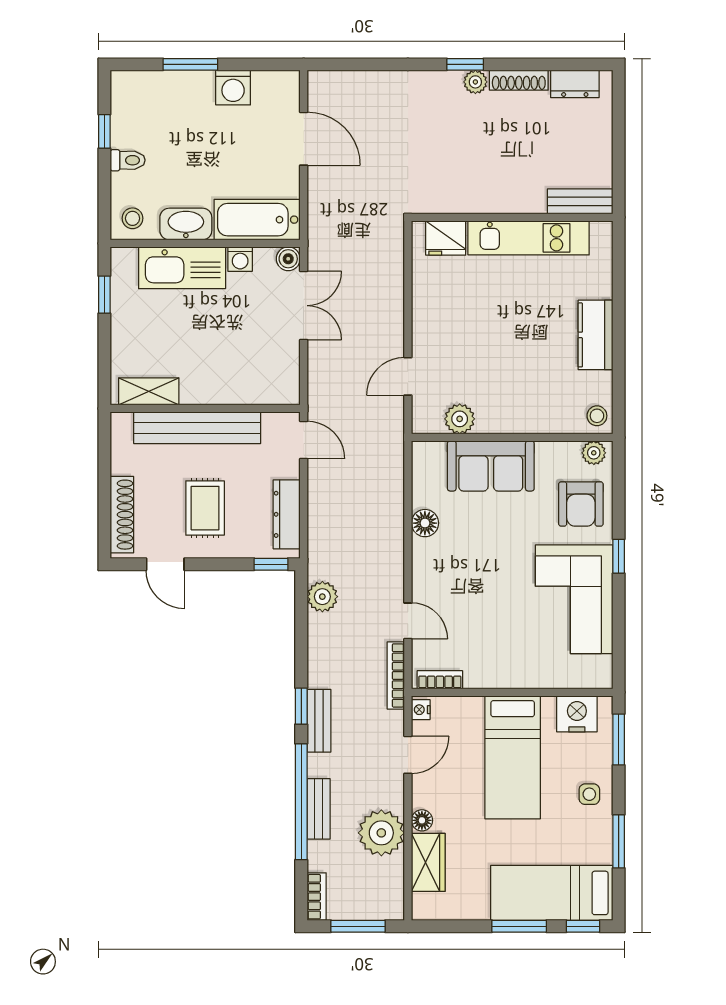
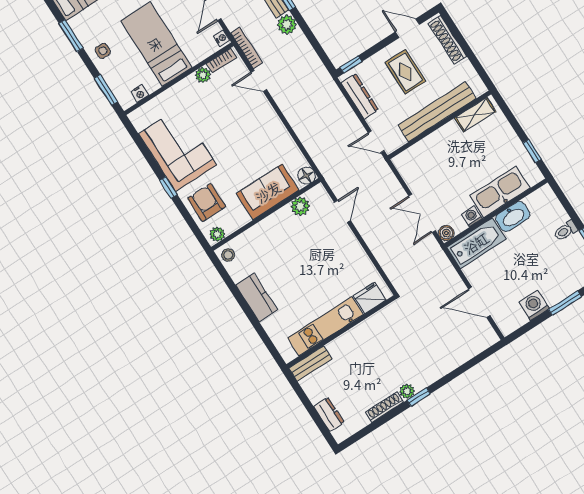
dresser: (575, 84) -> (329, 414), moved, turned 90
stool: (133, 218) -> (543, 201), removed
floor lamp: (425, 523) -> (307, 175), moved
plant: (322, 597) -> (287, 25), moved
plant: (477, 677) -> (203, 75), added
nightstand: (577, 714) -> (140, 94), width x0.53, depth x0.56

